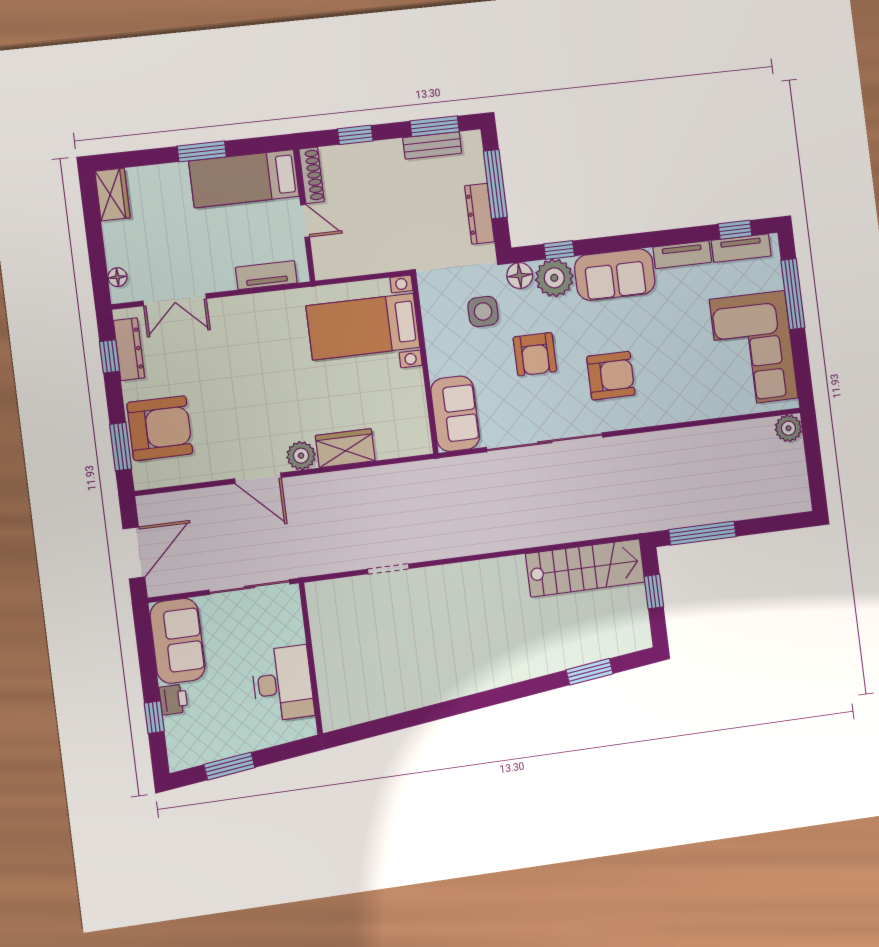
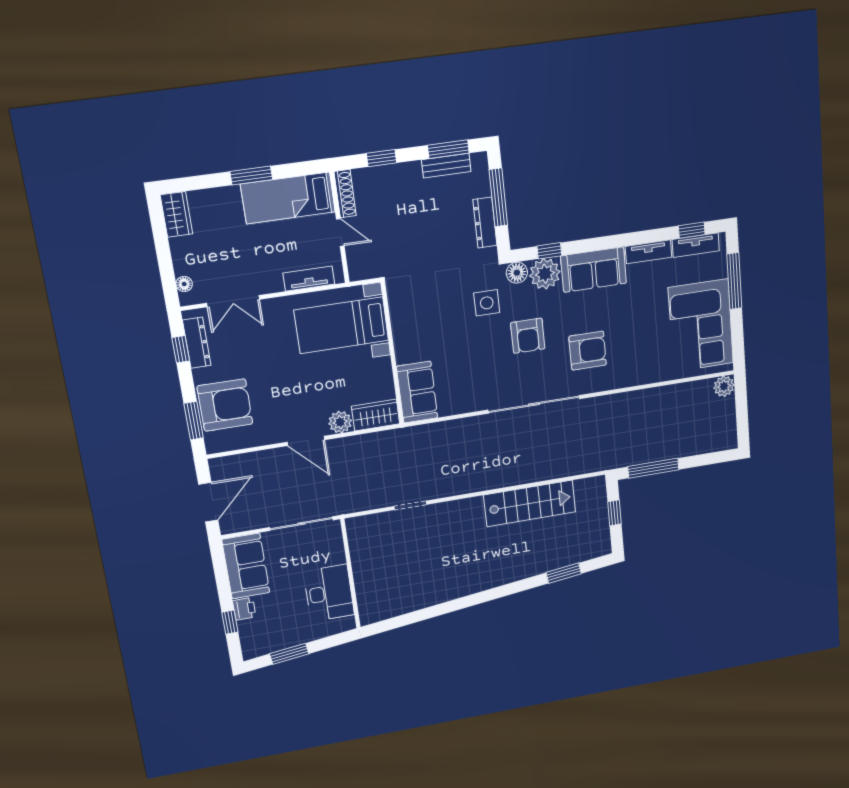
bed with nightstands: (363, 327) -> (341, 325), moved
wall: (425, 364) -> (392, 354), moved
sofa: (455, 414) -> (417, 392), moved
stairs: (585, 568) -> (530, 503), moved

